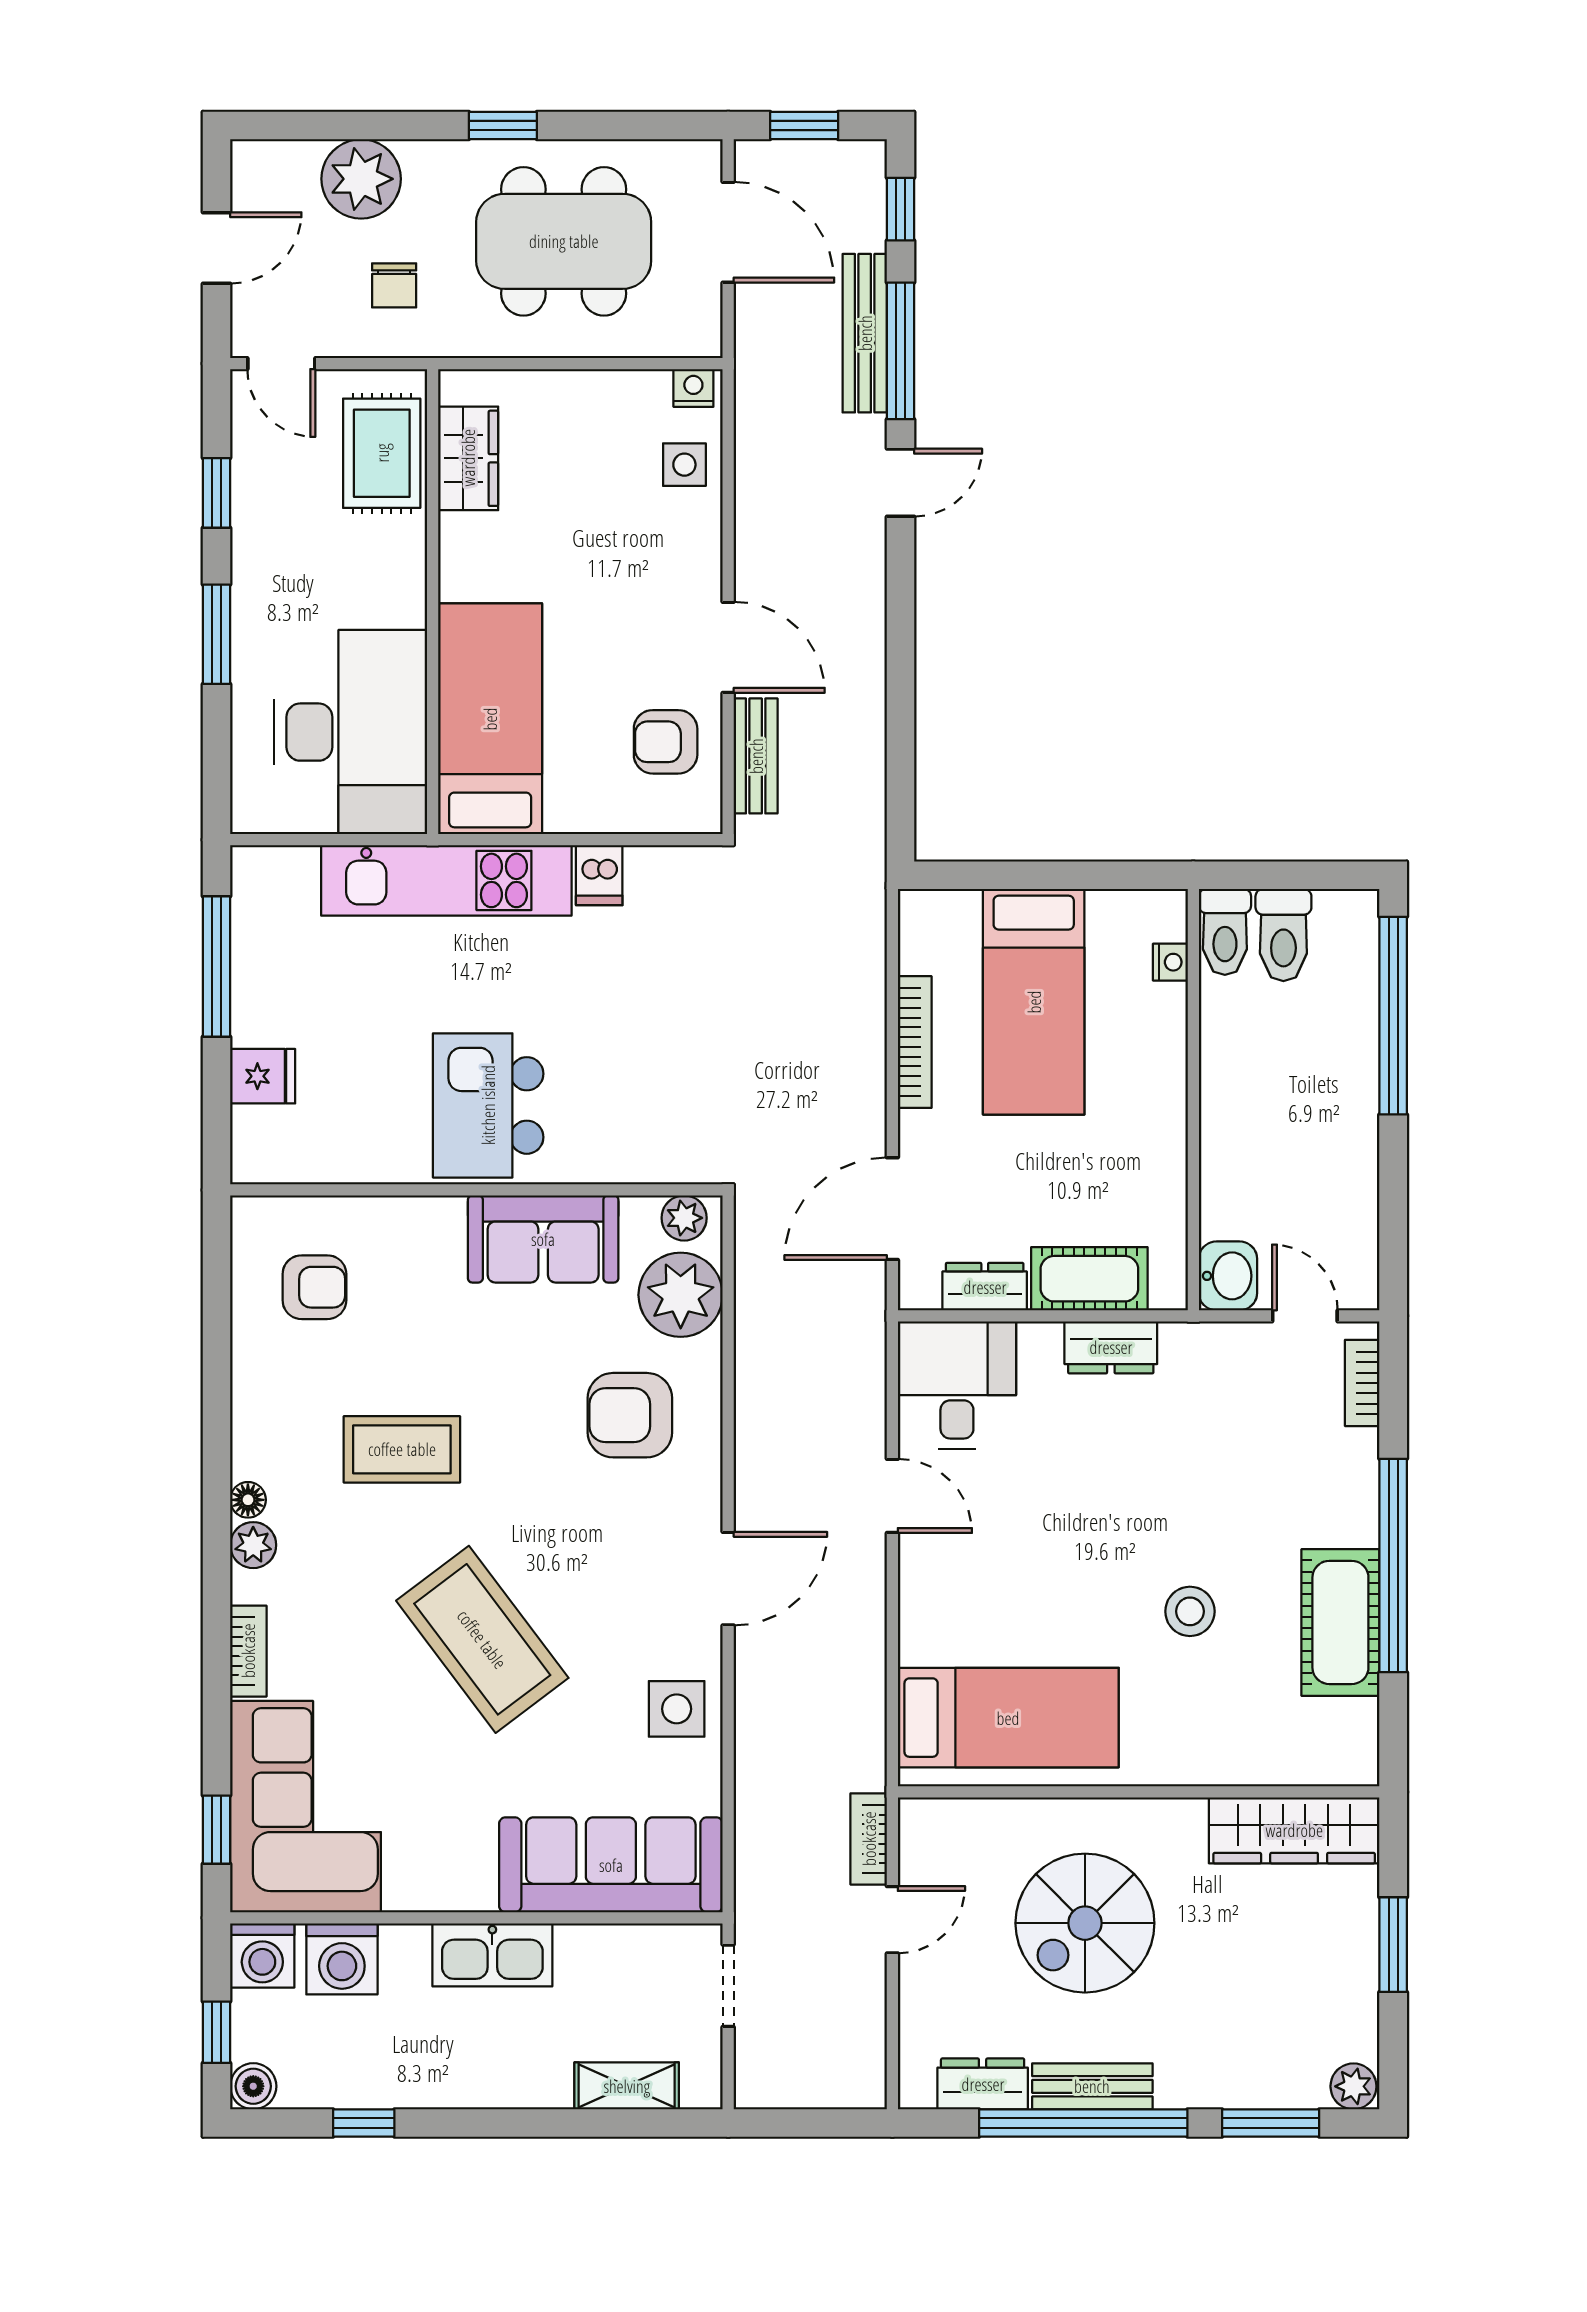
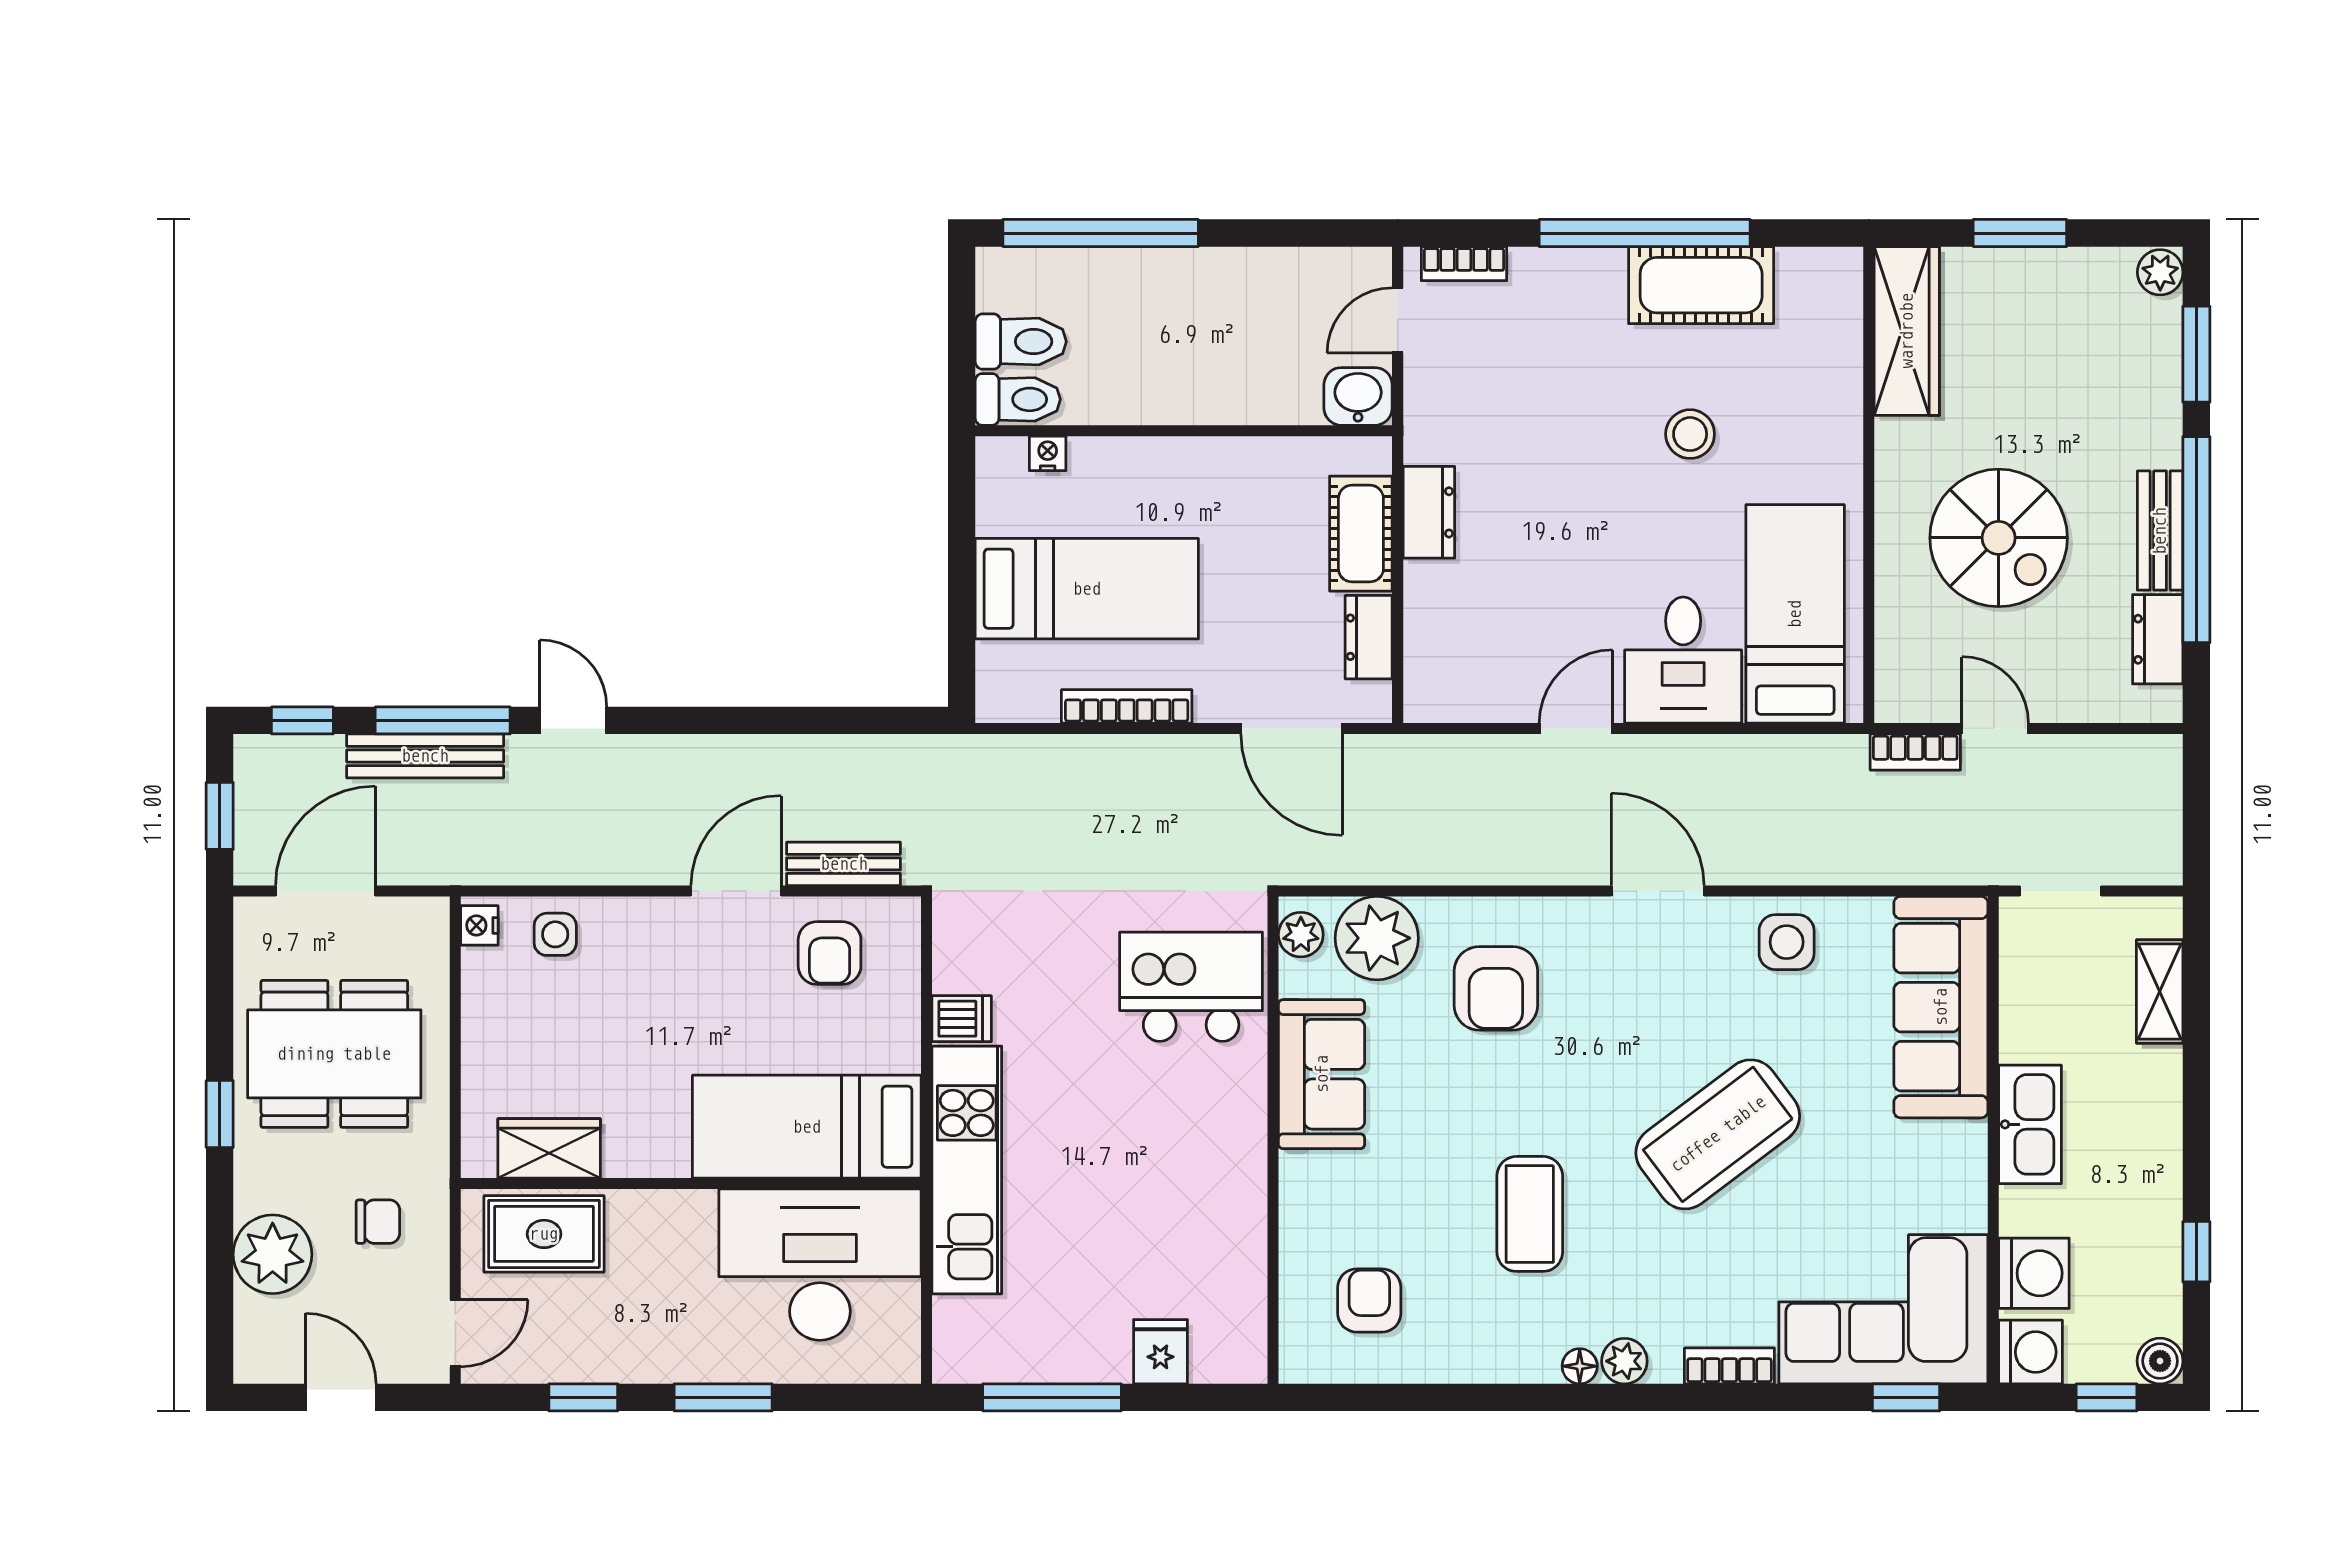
dining table: (564, 241) -> (334, 1054), turned 90
kitchen island: (488, 1105) -> (1191, 987), moved, turned 180
desk: (957, 1385) -> (1683, 660), moved, turned -90

